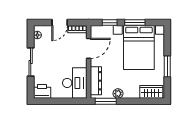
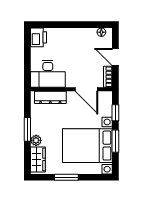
sliding door: (31, 62) -> (71, 25), removed
plant: (118, 94) -> (36, 140), moved
window: (106, 101) -> (27, 129), moved

